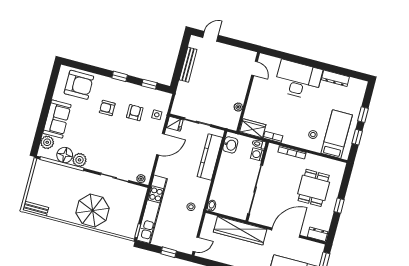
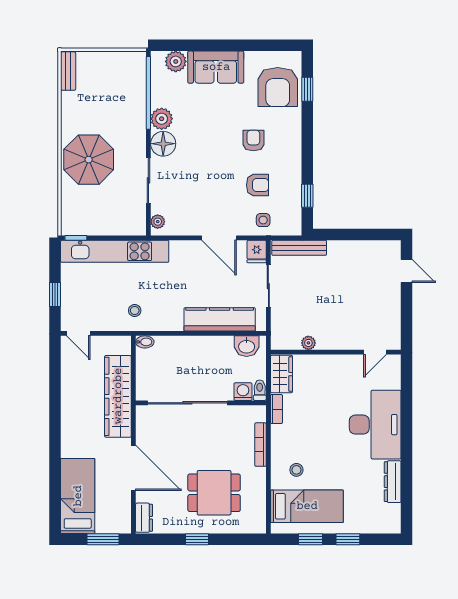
bench: (188, 65) -> (299, 248), moved
window: (120, 76) -> (307, 89), moved
floor lamp: (65, 155) -> (163, 144), moved

